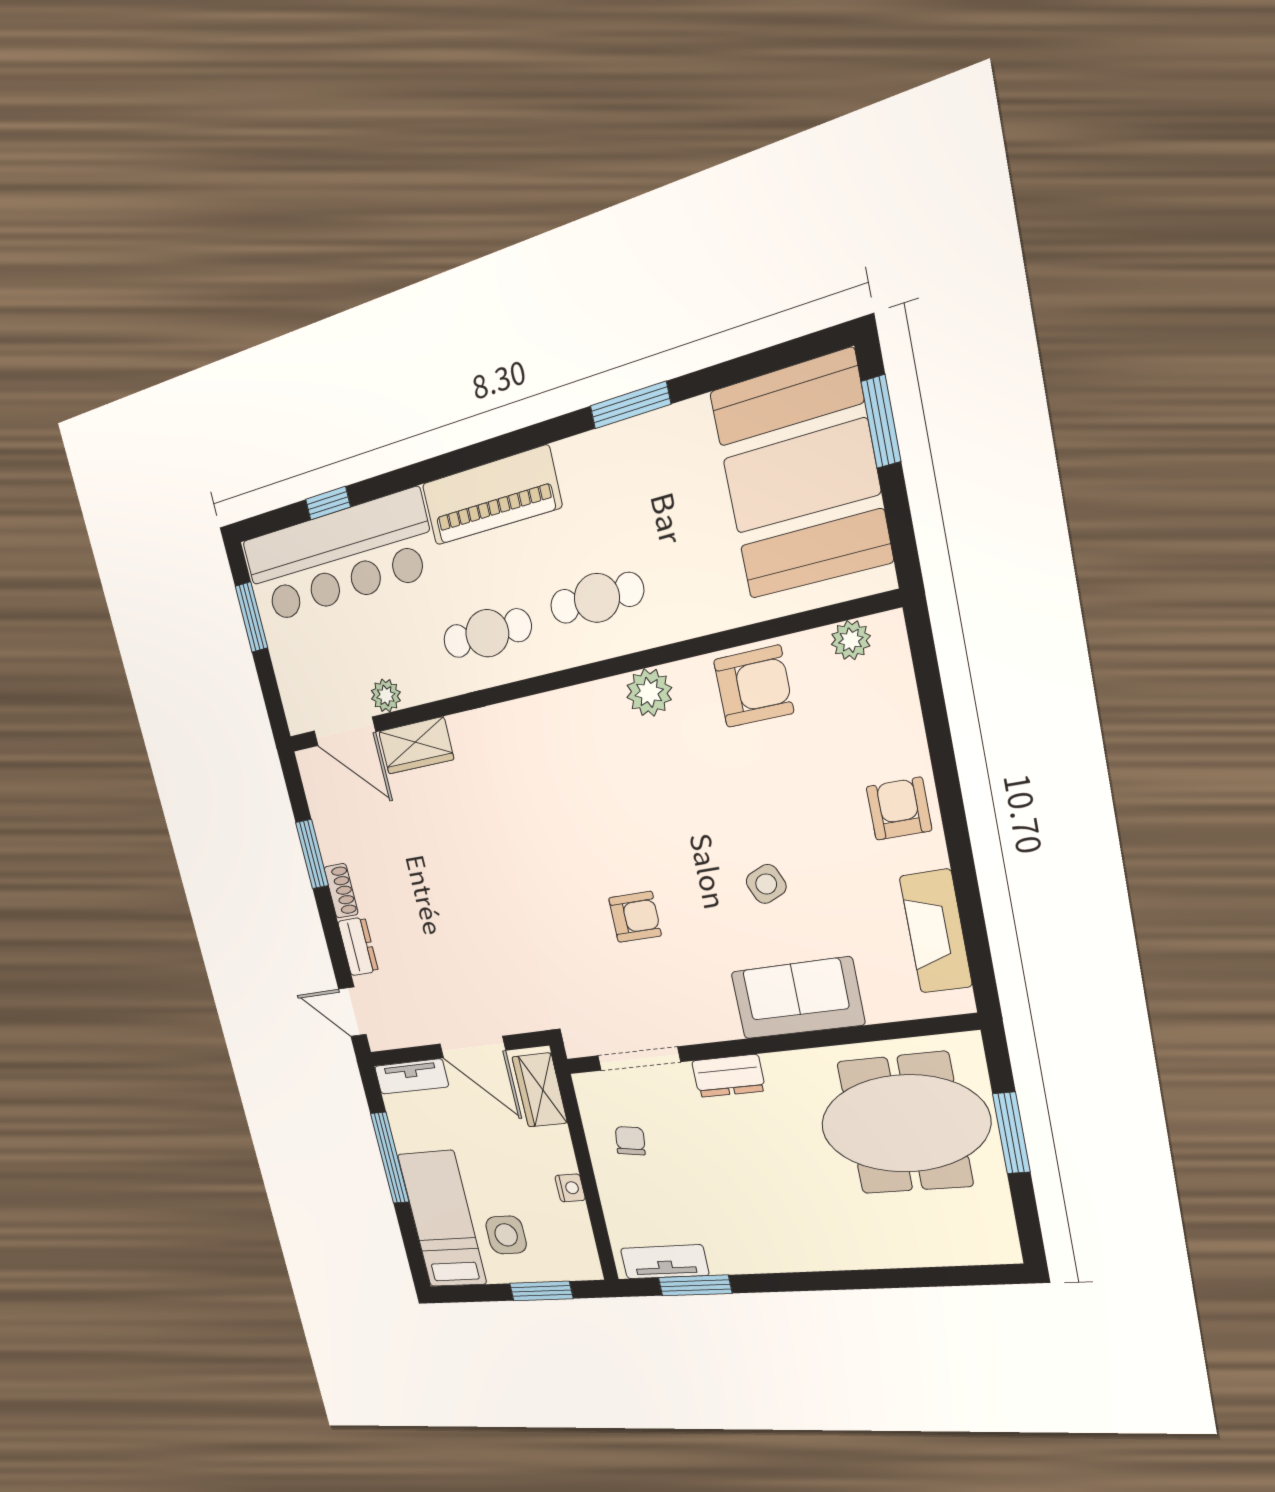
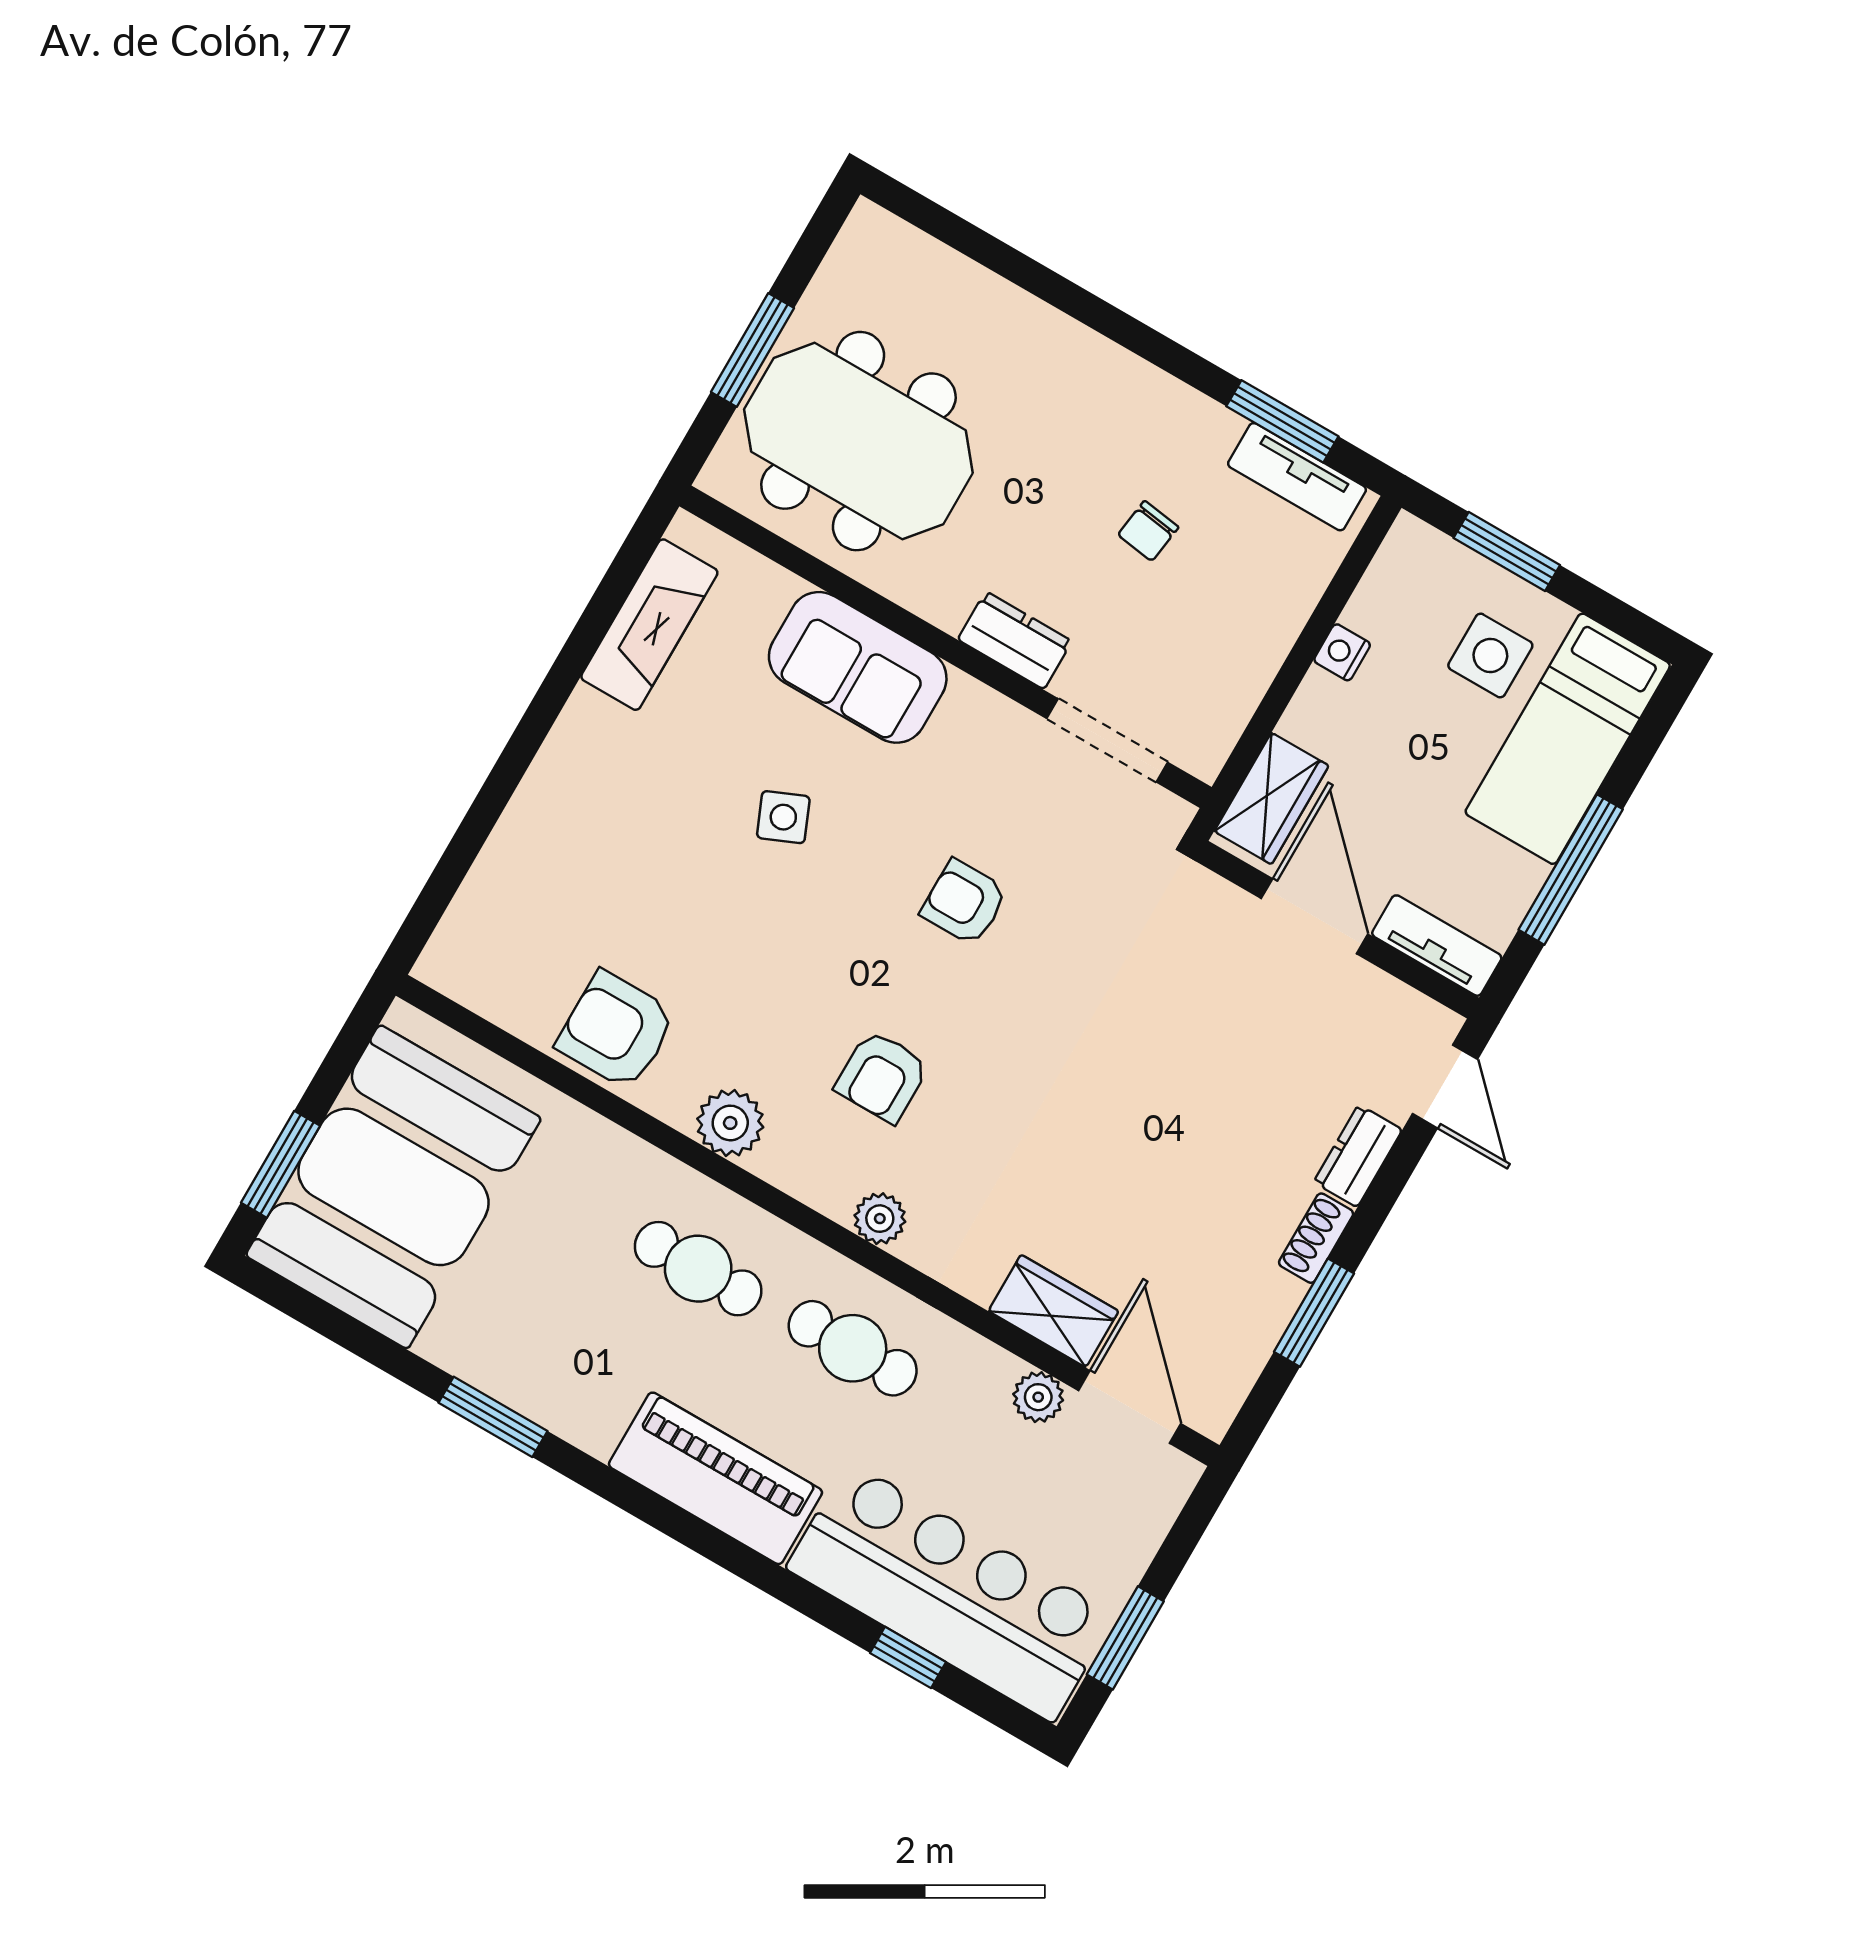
plant: (851, 640) -> (880, 1219), moved
armchair: (899, 809) -> (882, 1076), moved
chair: (630, 1141) -> (1148, 531), moved

